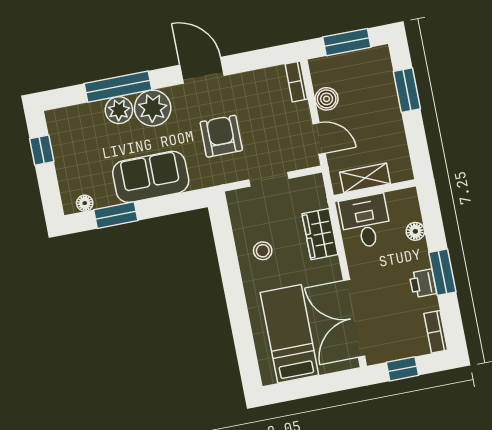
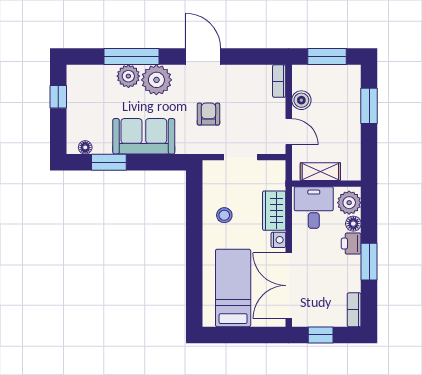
armchair: (221, 136) -> (208, 114), width x0.72, depth x0.72
plant: (406, 208) -> (349, 203), added
nightstand: (332, 267) -> (278, 240), added
printer: (423, 283) -> (351, 244), moved

